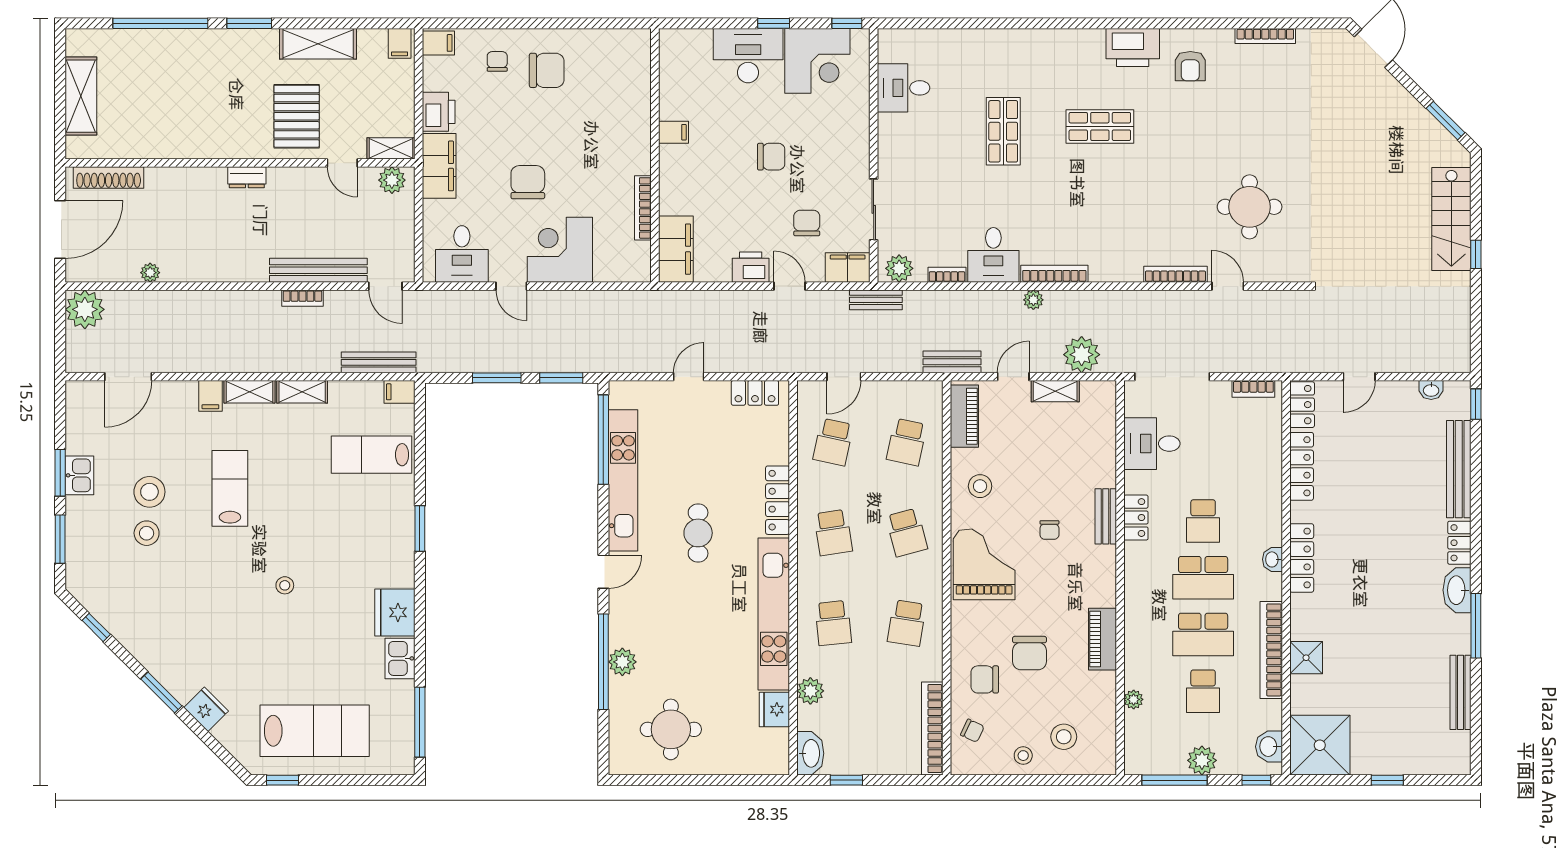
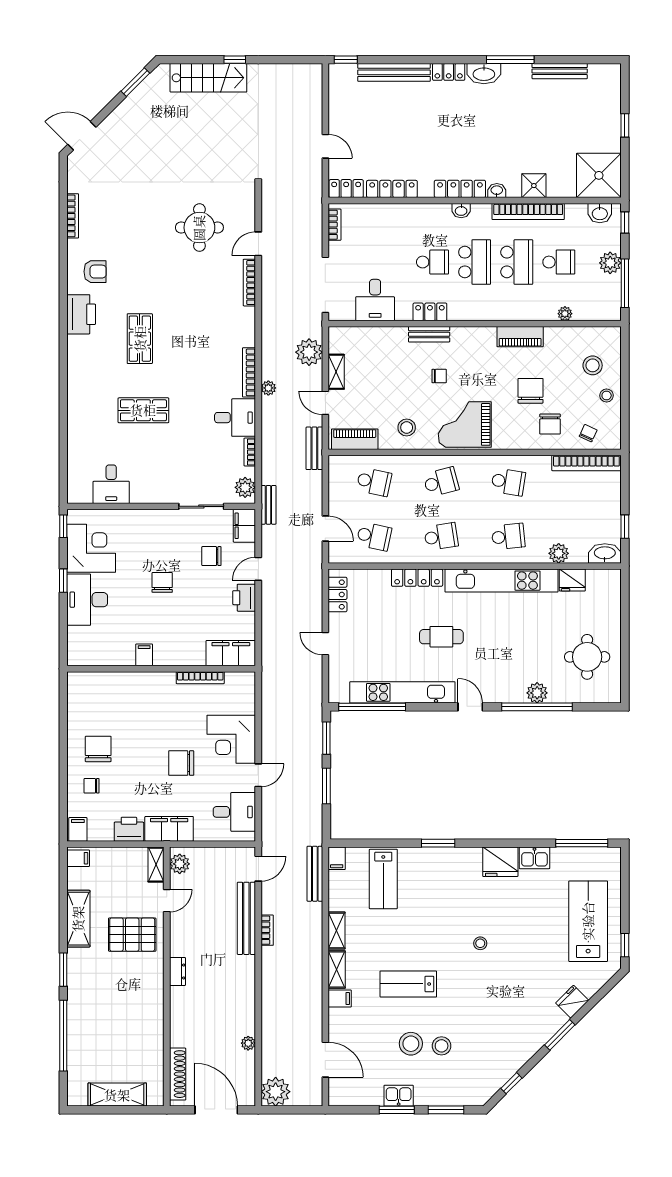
washbasin: (1431, 390) -> (497, 191), moved, turned -90
chair: (1029, 653) -> (530, 391), turned -90

